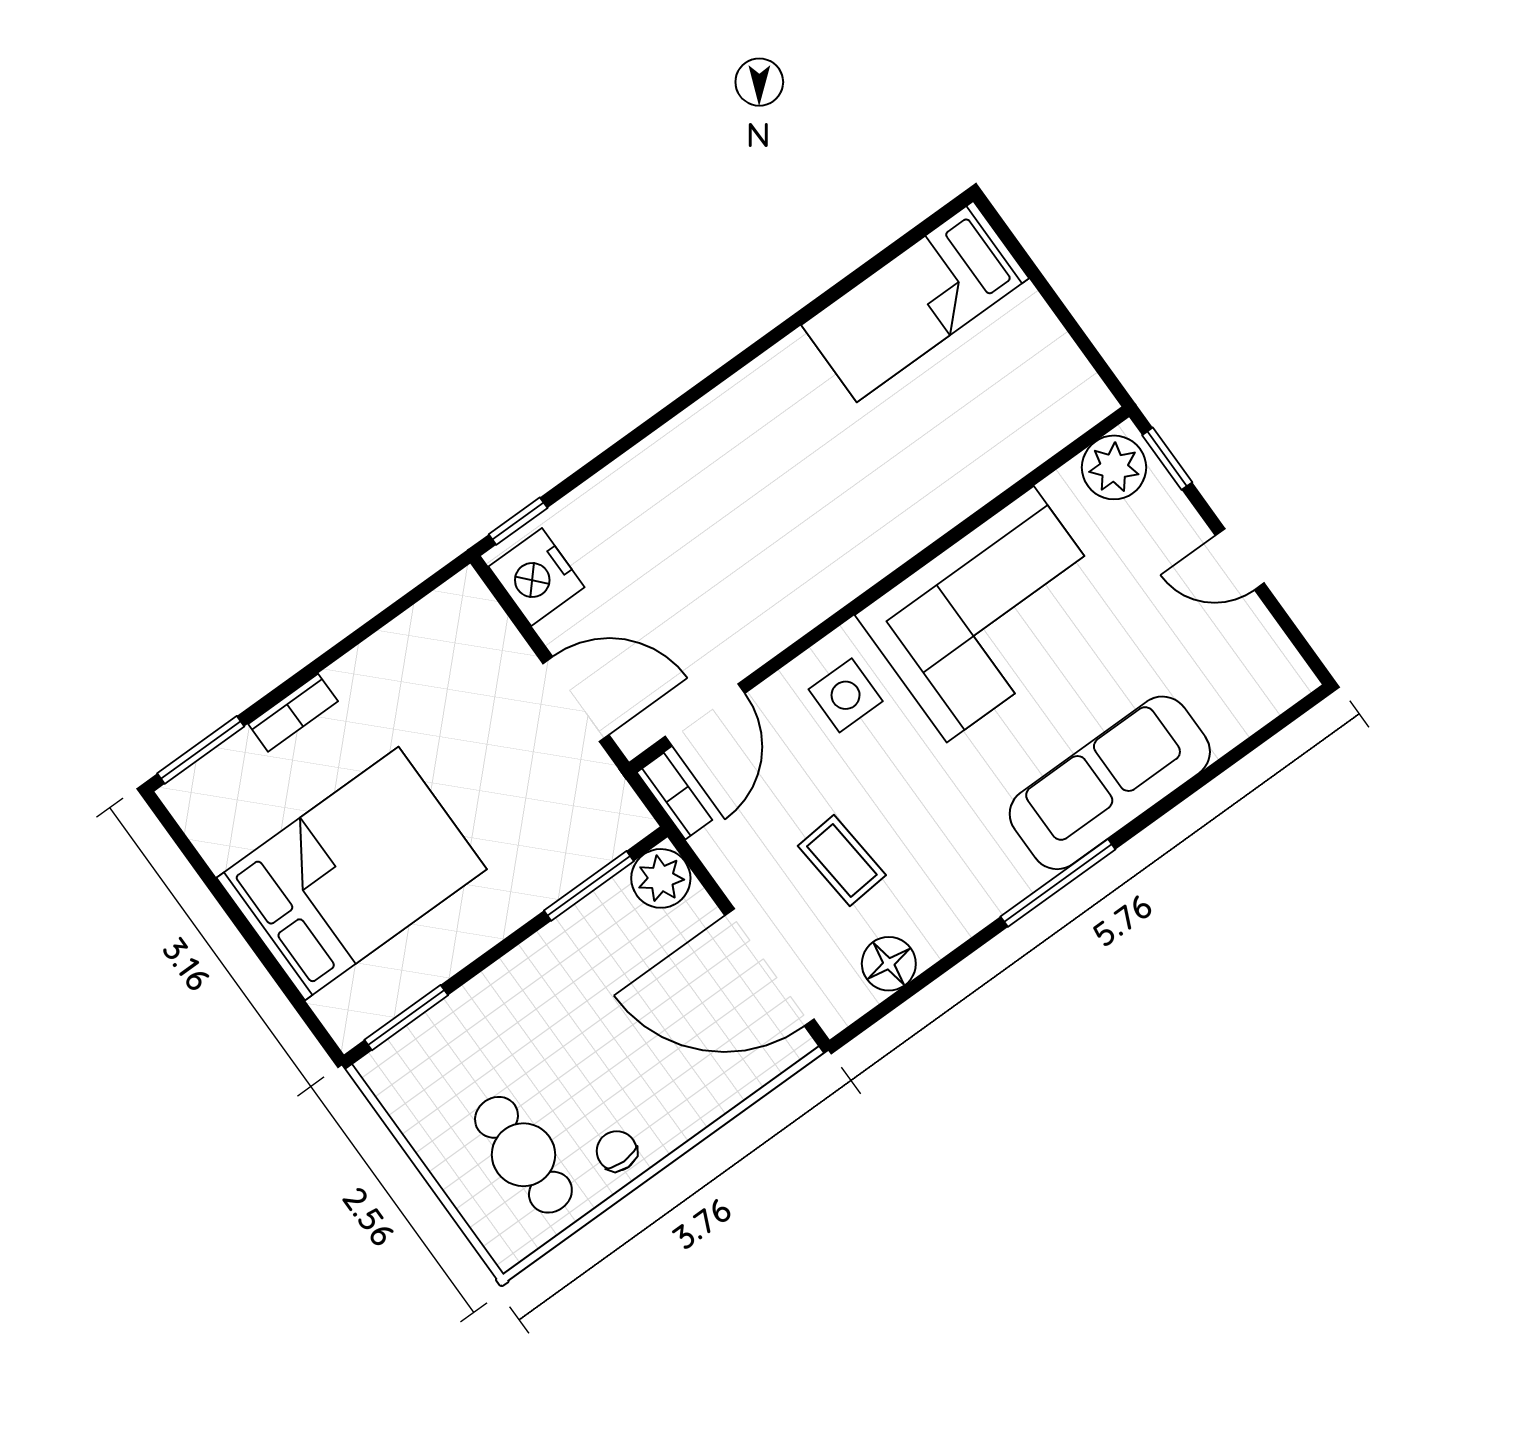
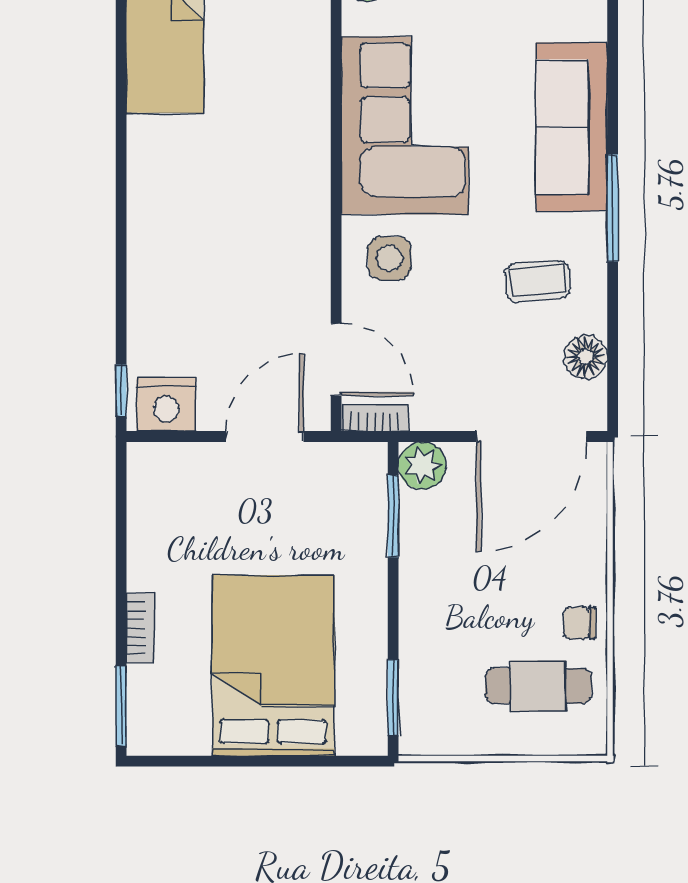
coffee table: (842, 861) -> (537, 281), moved

